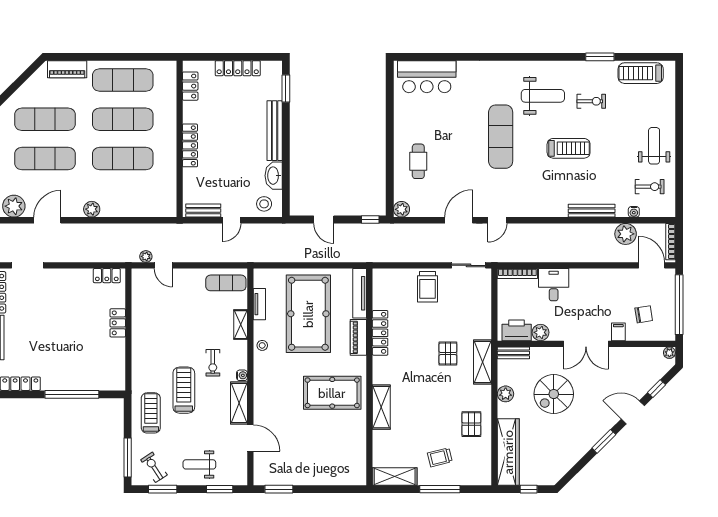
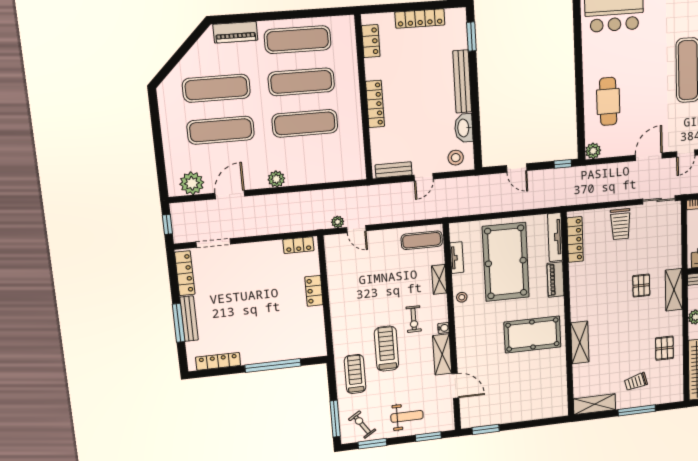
cafe table: (418, 161) -> (608, 101), width x1.37, depth x1.35
locker: (380, 333) -> (575, 240), moved
weight bench: (199, 464) -> (407, 416), turned 180

